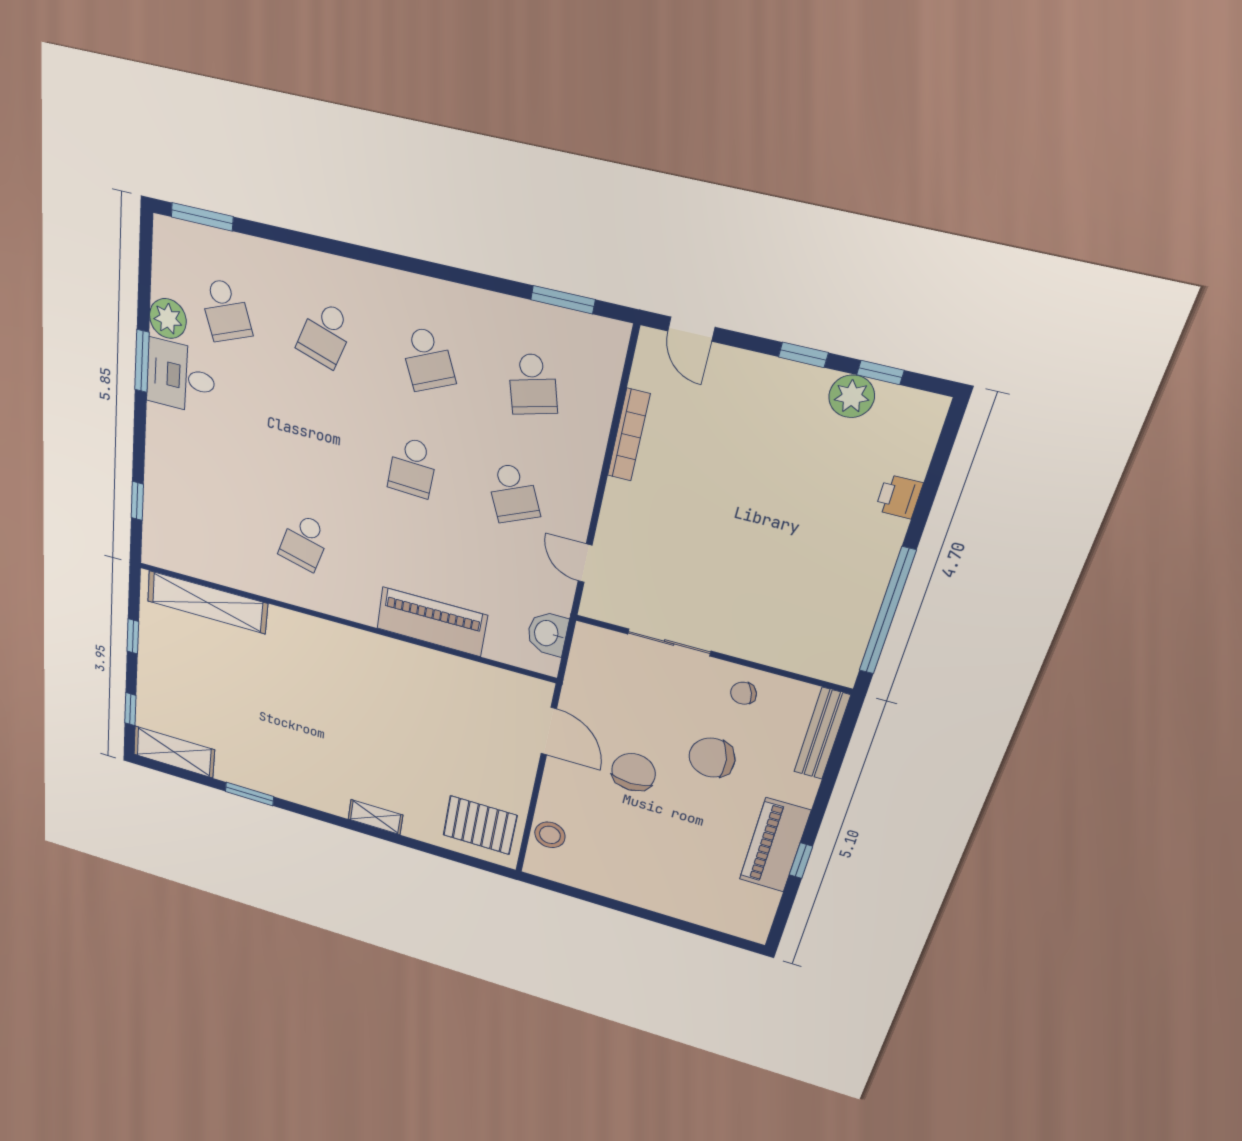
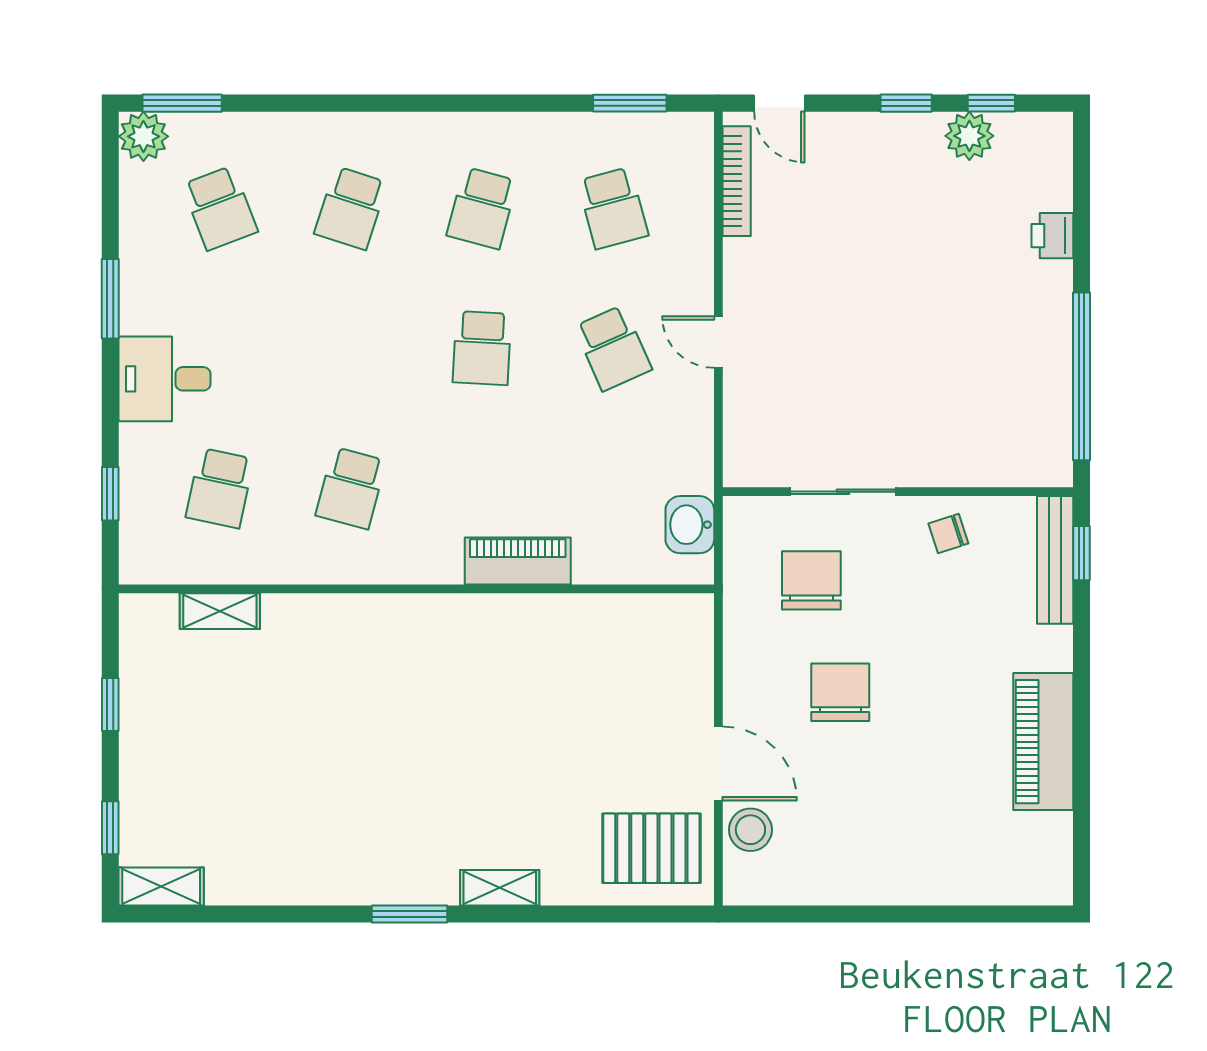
plant: (168, 319) -> (143, 136), moved
school desk: (428, 359) -> (482, 208), turned 39
desk: (181, 377) -> (165, 379), moved
bookcase: (629, 435) -> (737, 181), moved
school desk: (213, 517) -> (220, 488), added
door: (585, 563) -> (718, 342), moved
shelving: (207, 602) -> (220, 611), width x0.45, depth x0.75
piano: (432, 622) -> (518, 561), width x0.73, depth x0.75
door: (549, 731) -> (718, 764), moved
shelving: (174, 752) -> (161, 886), width x0.67, depth x0.75
chair: (712, 758) -> (811, 580), moved, turned 99
window: (249, 794) -> (410, 914), moved
window: (801, 861) -> (1081, 553), moved

